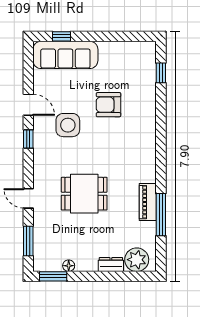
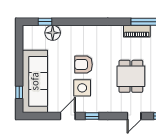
sofa: (65, 55) -> (35, 81), width x1.36, depth x1.27
floor lamp: (145, 84) -> (53, 33), added
armchair: (108, 105) -> (84, 65), moved, turned 90

